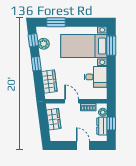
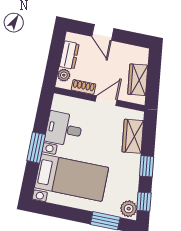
plant: (44, 44) -> (129, 209), moved
window: (111, 46) -> (36, 148), moved
door: (72, 101) -> (106, 101), swing flipped
window: (111, 123) -> (55, 56), removed

